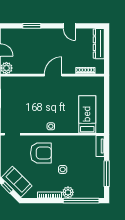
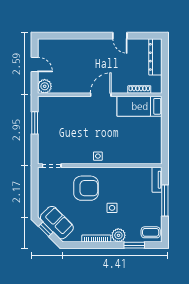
window: (32, 26) -> (75, 36), removed
bed: (87, 114) -> (140, 106), moved, turned -90
window: (107, 174) -> (165, 200), moved
coffee table: (95, 190) -> (151, 232), added
window: (81, 201) -> (134, 245), width x0.47

